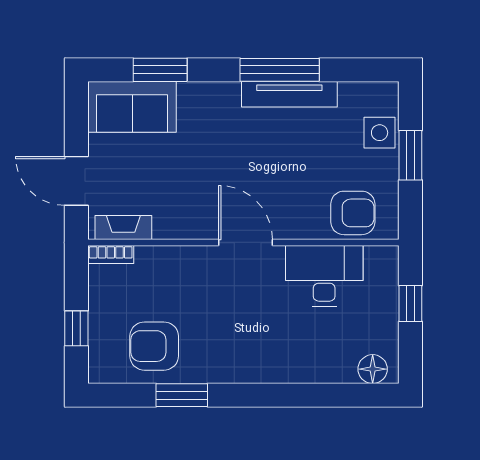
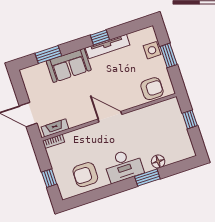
window: (280, 70) -> (100, 37), width x0.46
sofa: (132, 107) -> (69, 65), moved
desk: (324, 276) -> (124, 165), moved, turned 180
floor lamp: (373, 369) -> (158, 161), moved
window: (182, 395) -> (147, 178), moved

